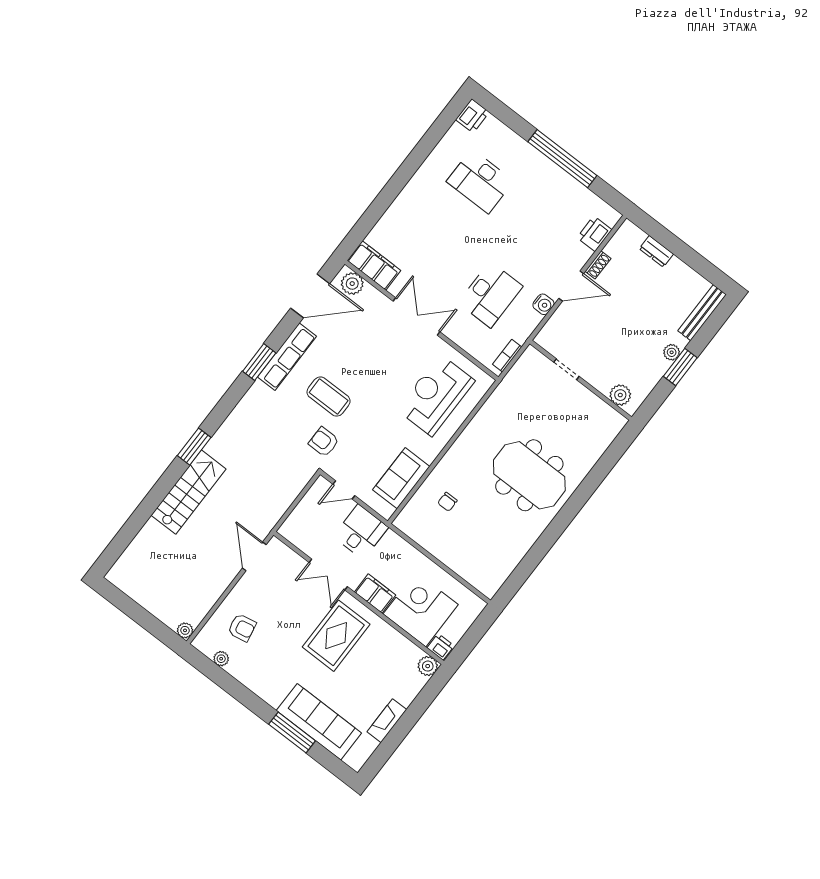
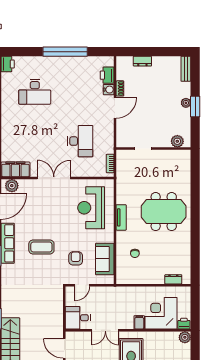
water cooler: (543, 304) -> (109, 90), moved
bench: (702, 313) -> (186, 69), width x0.73
tv unit: (466, 439) -> (121, 217), added
armchair: (324, 442) -> (76, 258), moved, turned 90
desk: (361, 532) -> (78, 318), moved, turned -90
dresser: (472, 576) -> (173, 279), added
filing cabinet: (375, 594) -> (139, 322), width x0.50

